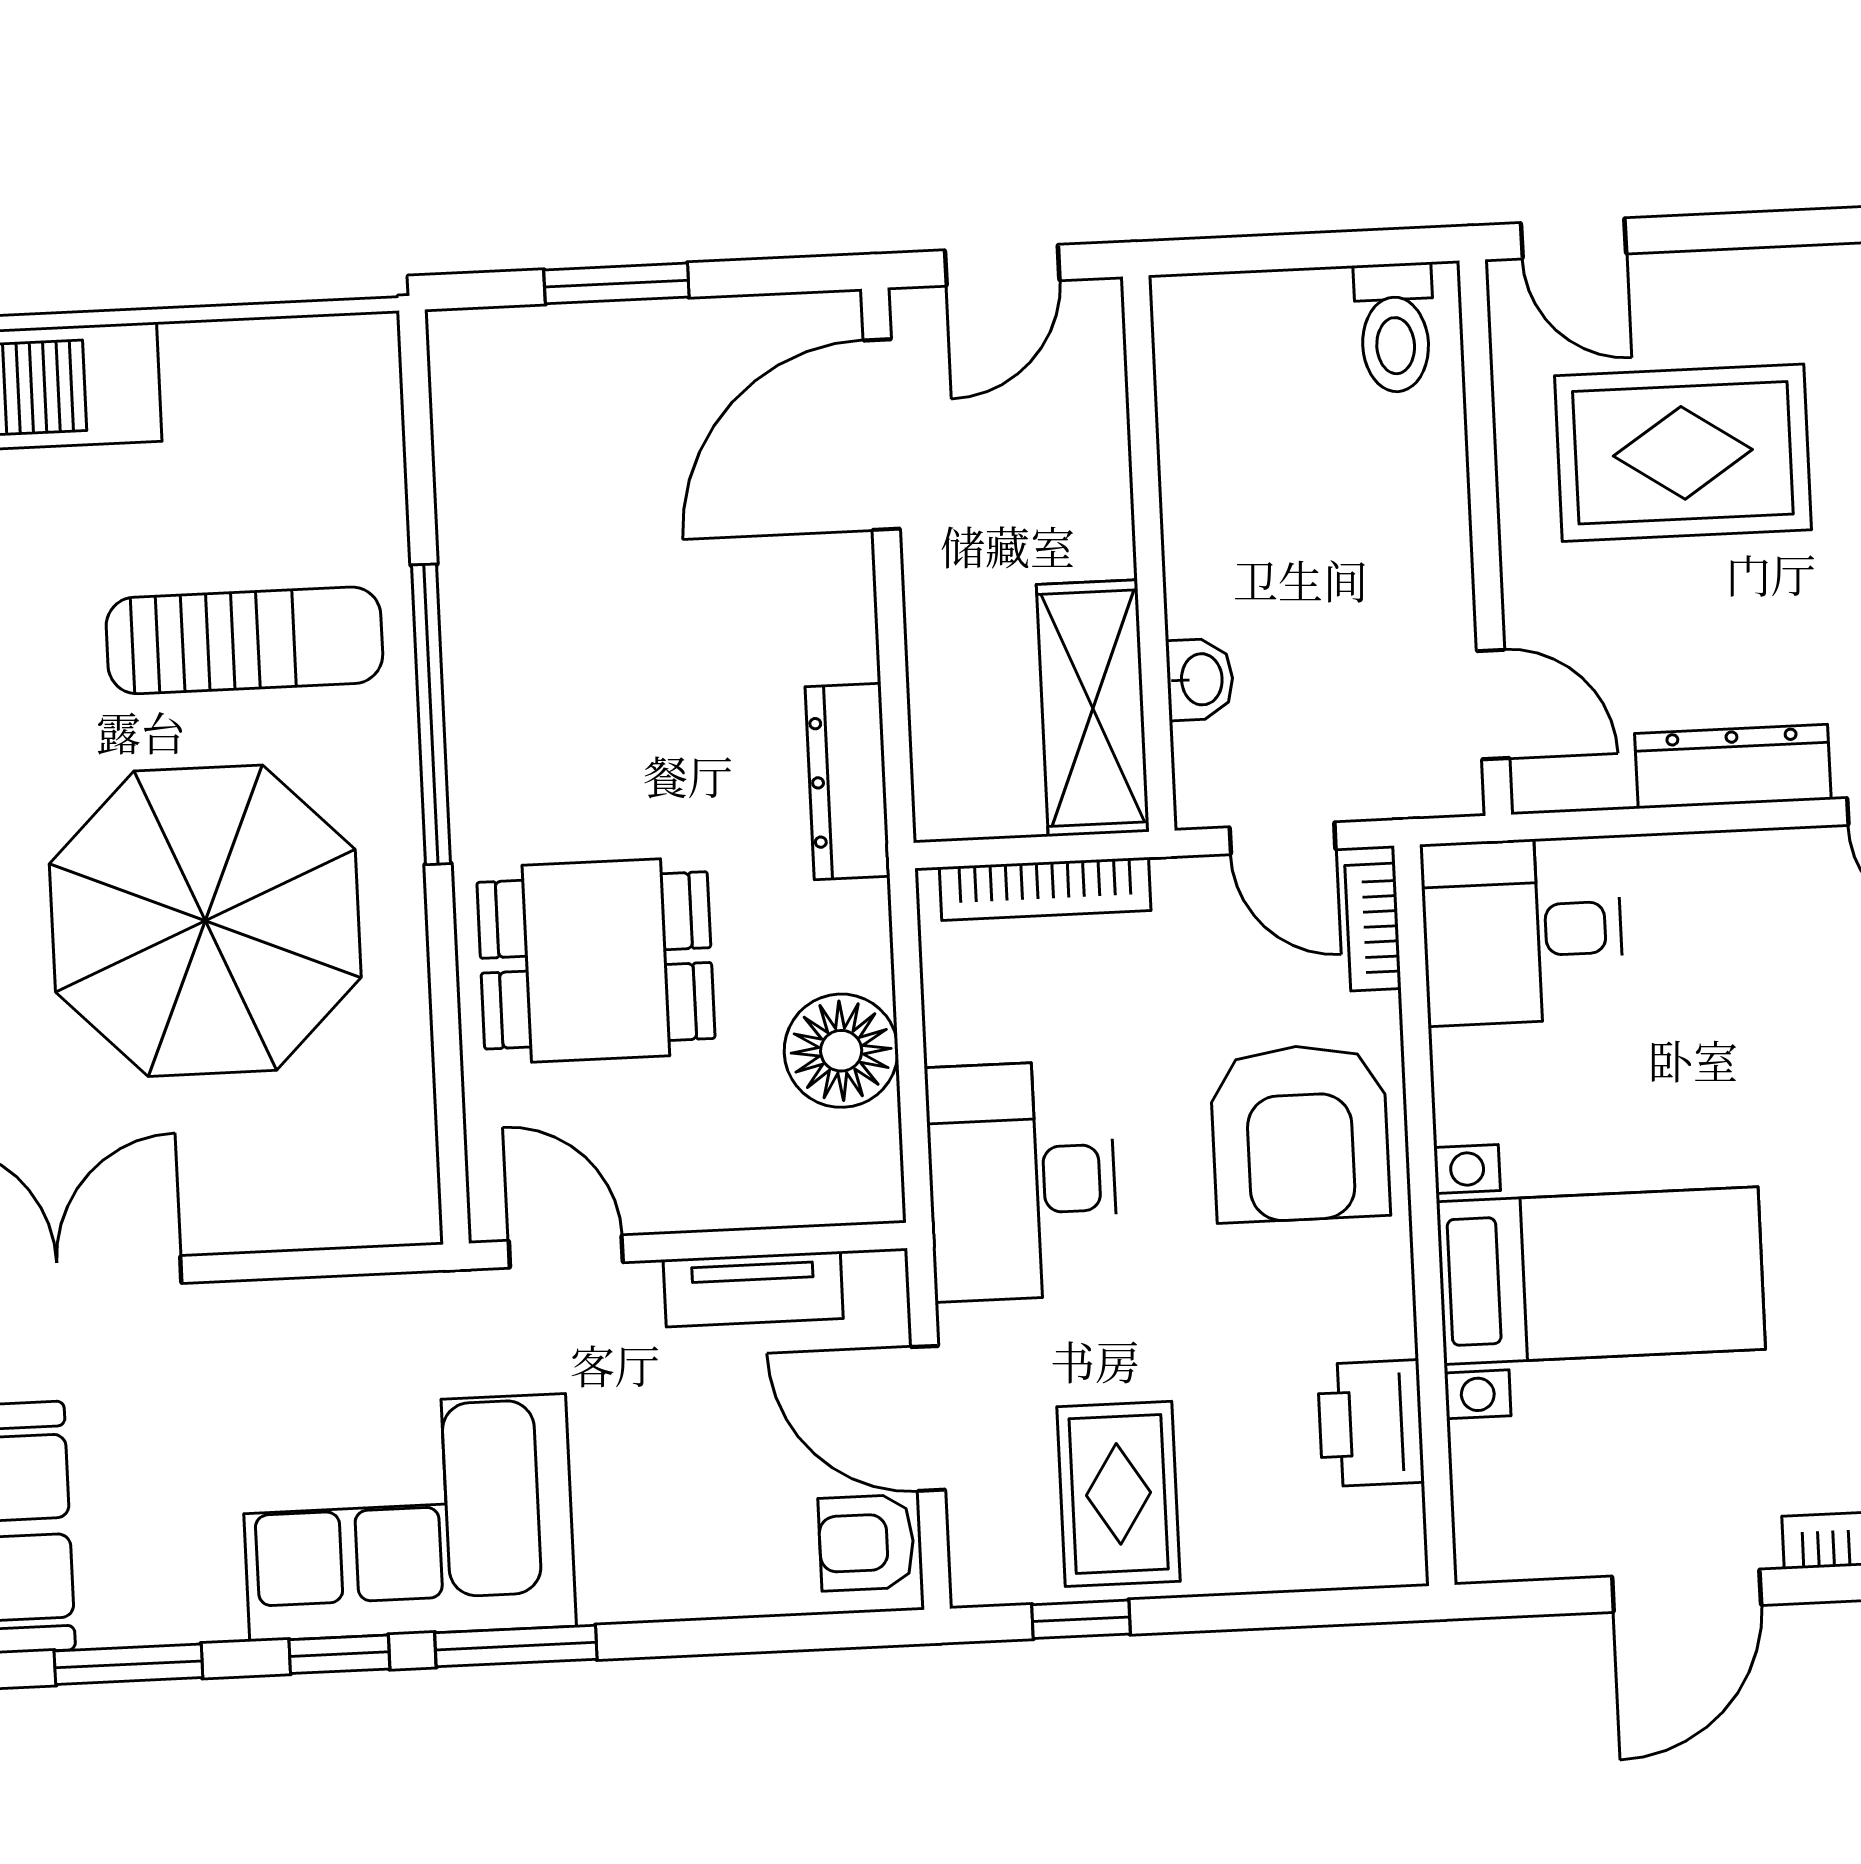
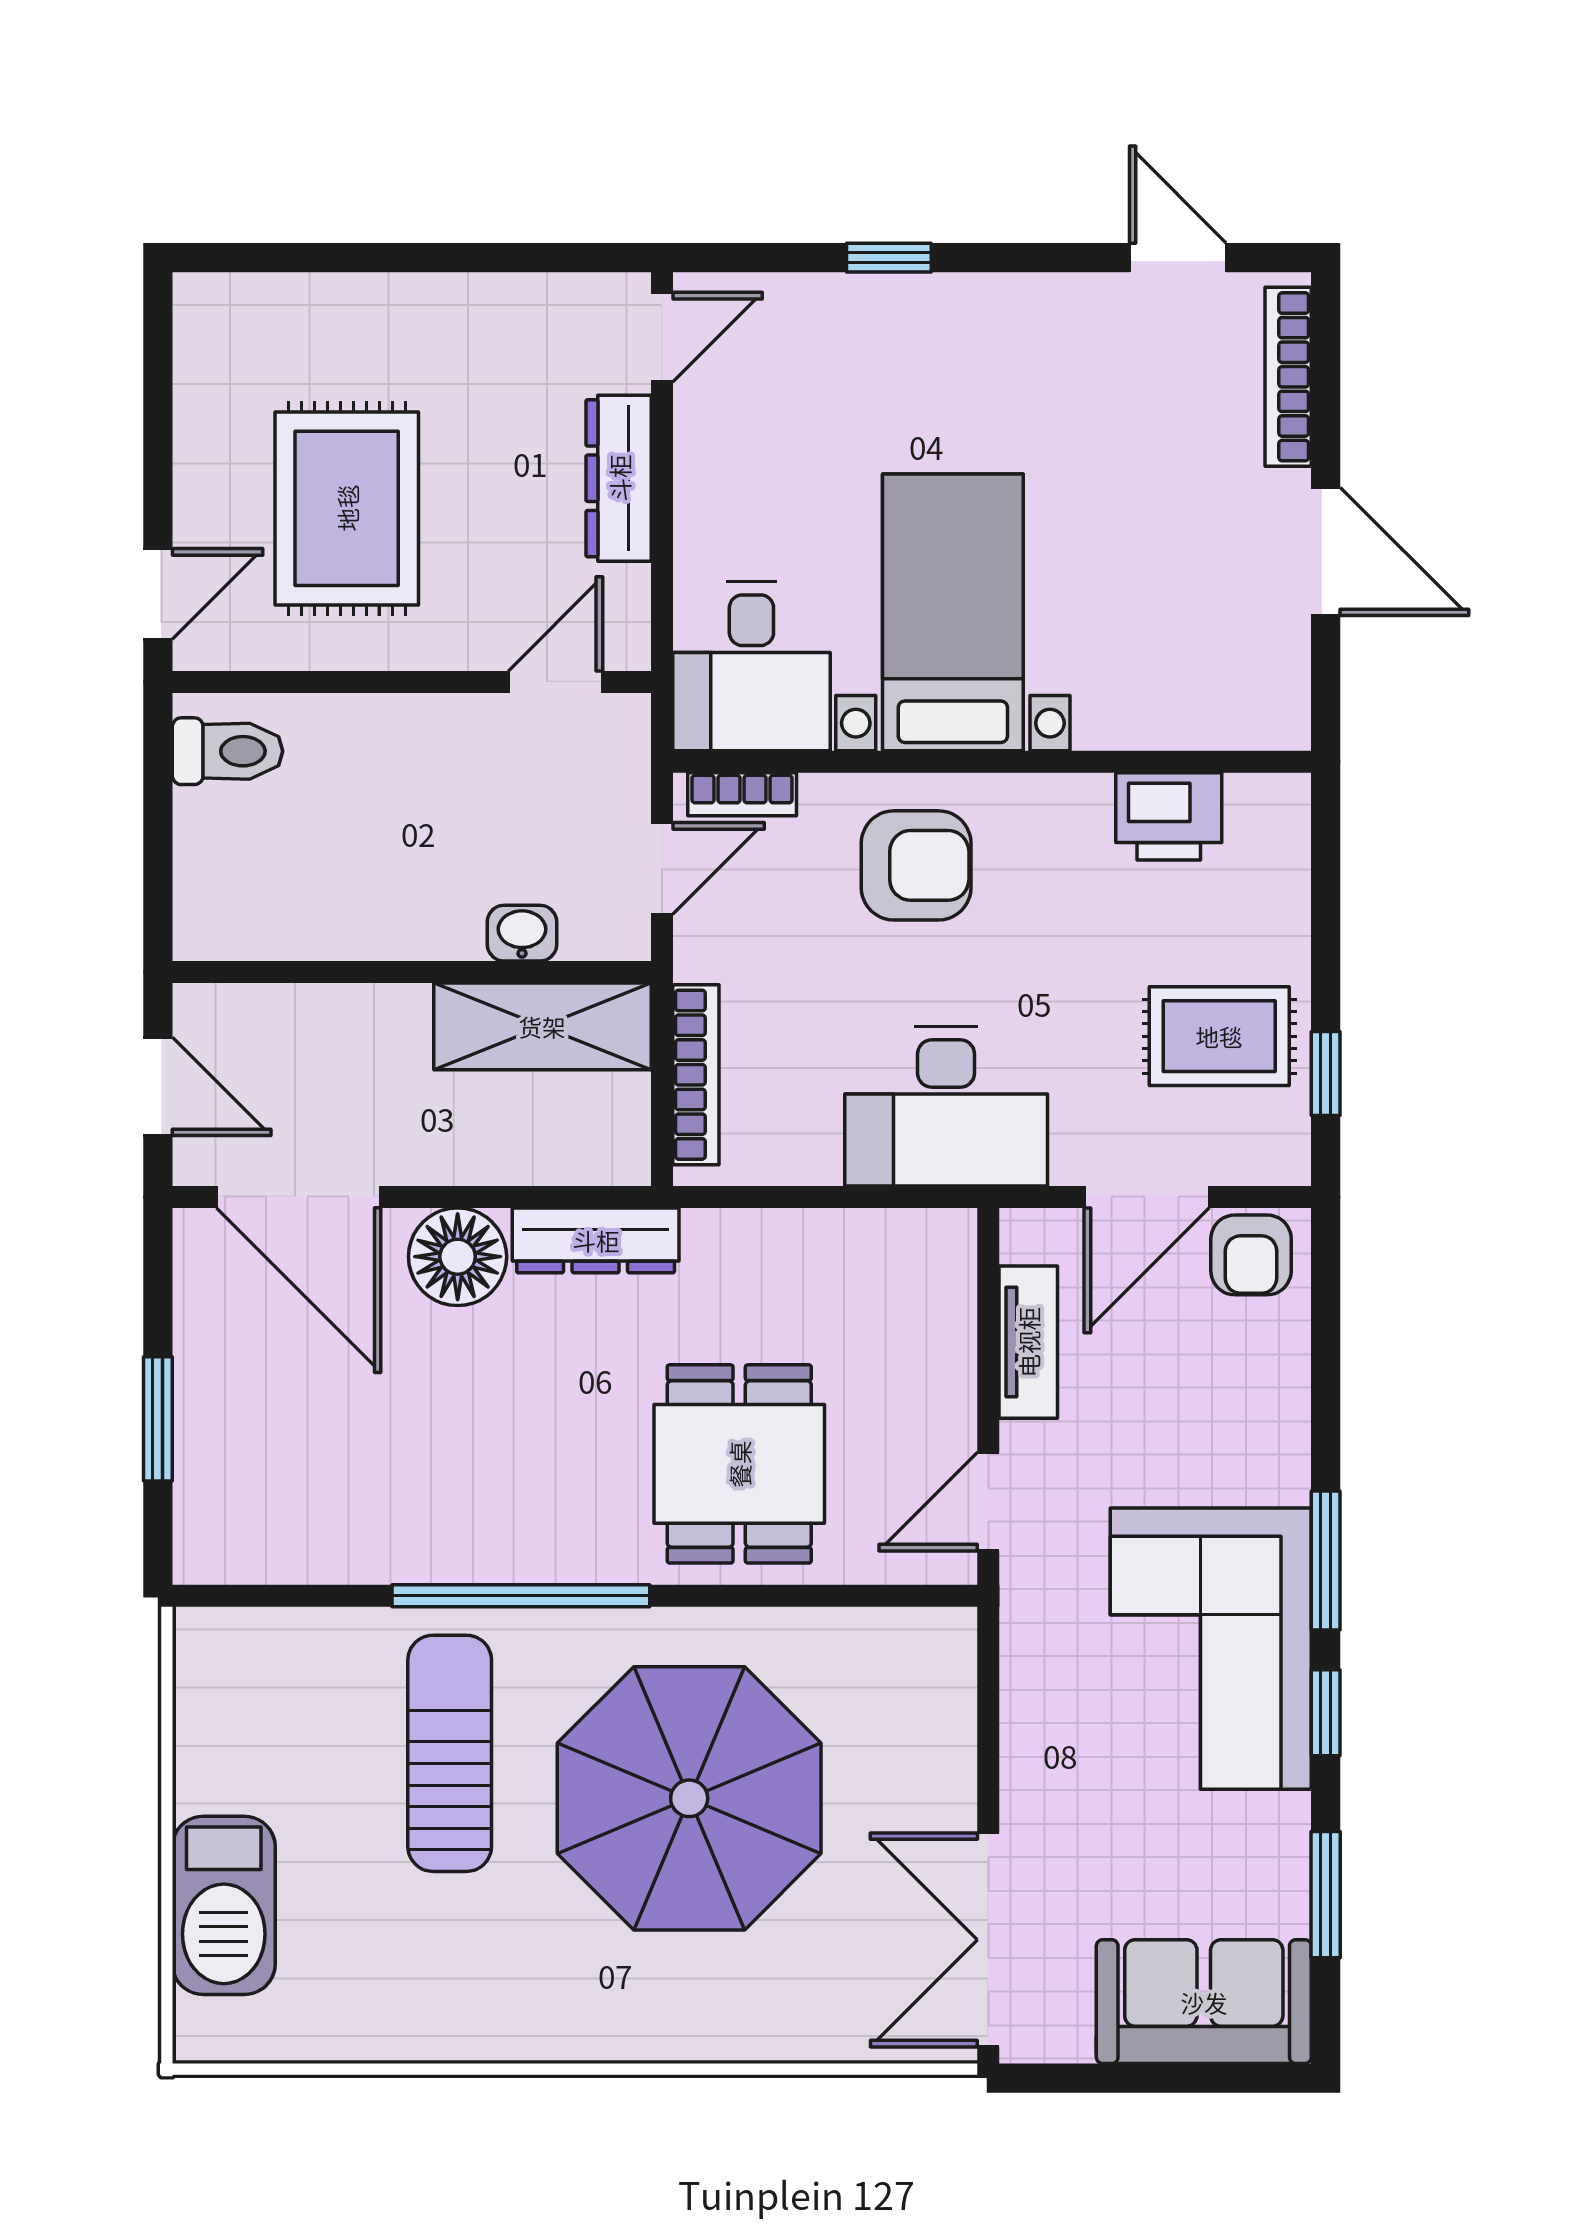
floor lamp: (841, 1051) -> (458, 1257), moved
armchair: (1300, 1133) -> (916, 865), width x0.73, depth x0.73
bed with nightstands: (1601, 1276) -> (953, 612), moved

